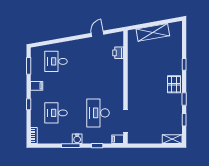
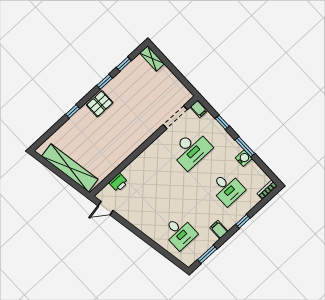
shelving: (153, 32) -> (70, 168), width x1.47
door: (97, 34) -> (105, 208), moved
water cooler: (77, 139) -> (244, 158), moved

